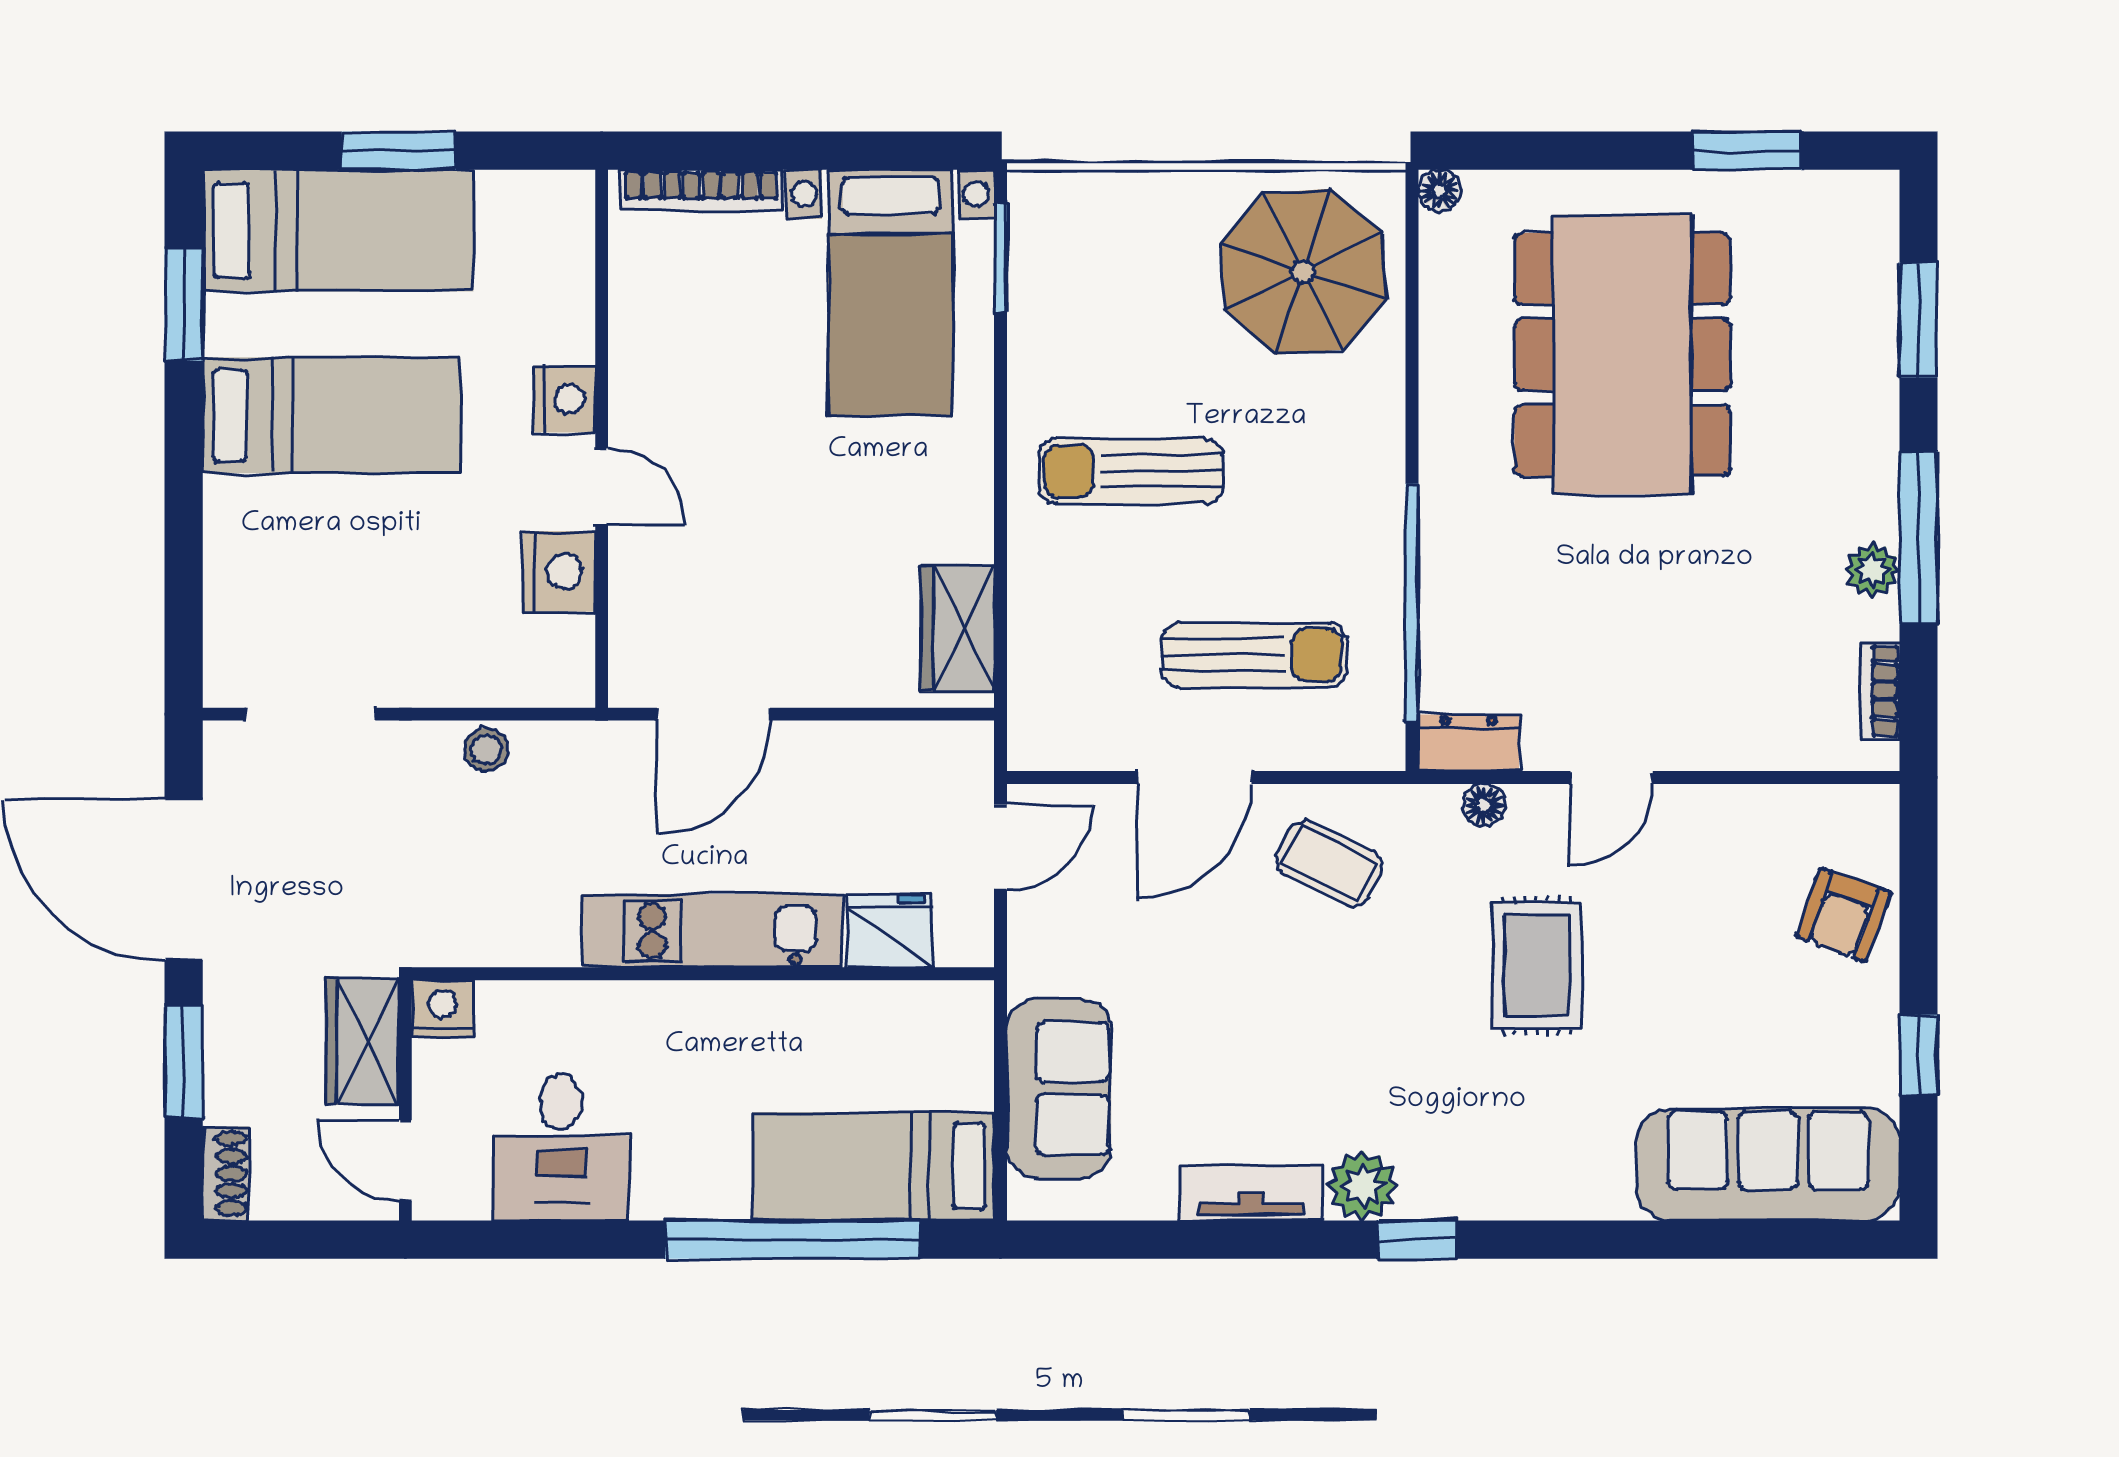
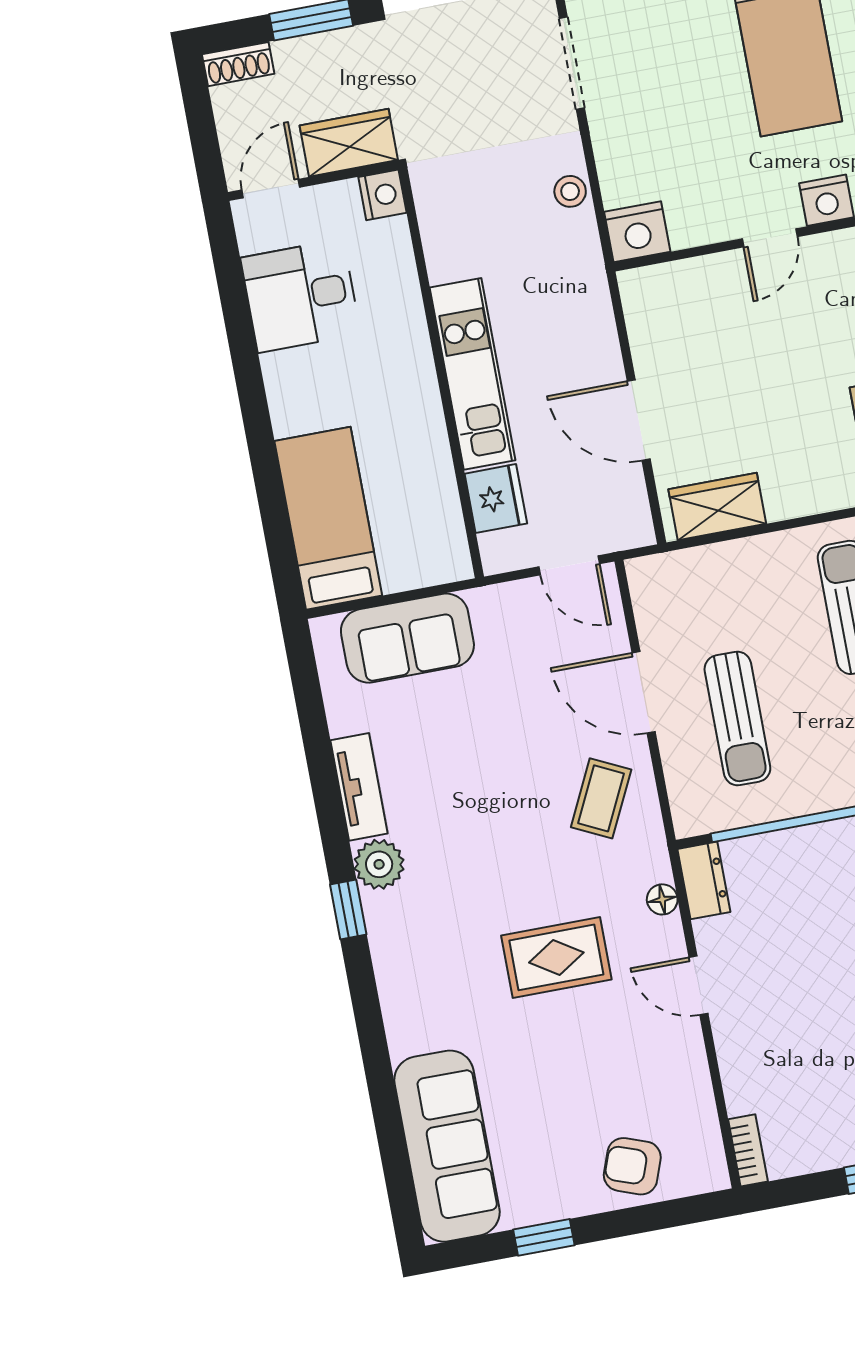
nightstand: (559, 571) -> (637, 232), moved
bookcase: (1880, 691) -> (748, 1150), moved, turned 90
door: (713, 714) -> (639, 420), moved
window: (793, 1240) -> (266, 471), removed

